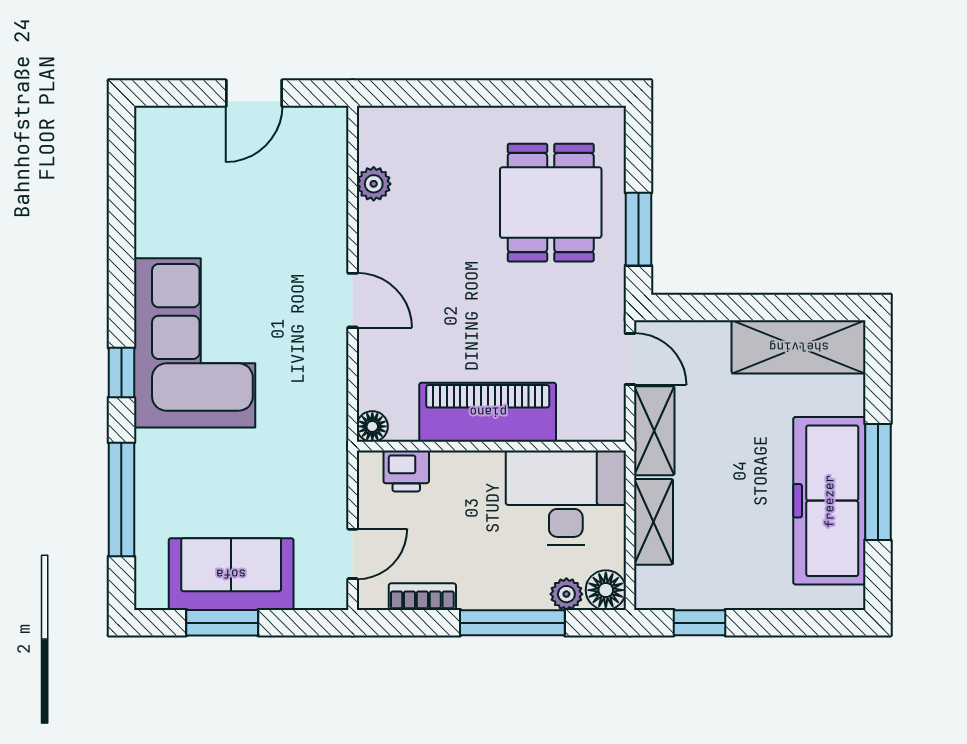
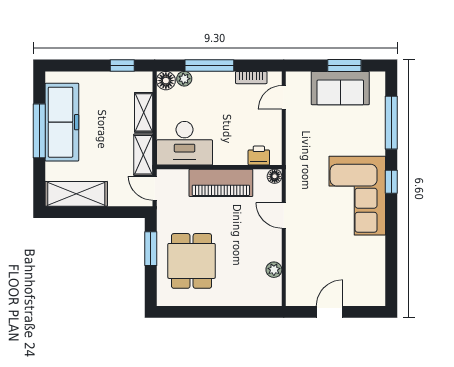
piano: (488, 412) -> (221, 183), moved
floor lamp: (372, 426) -> (275, 176), moved
wall: (491, 446) -> (219, 167), moved
printer: (406, 471) -> (259, 156), moved
desk: (566, 497) -> (185, 143), moved

